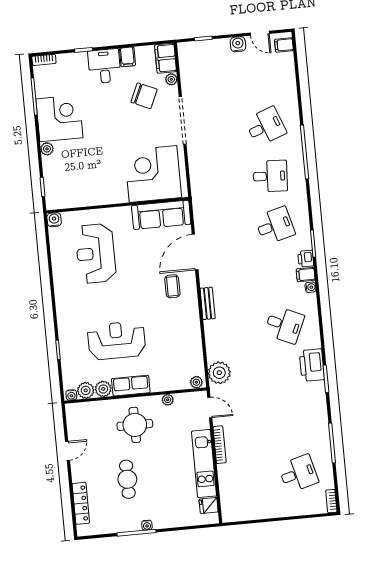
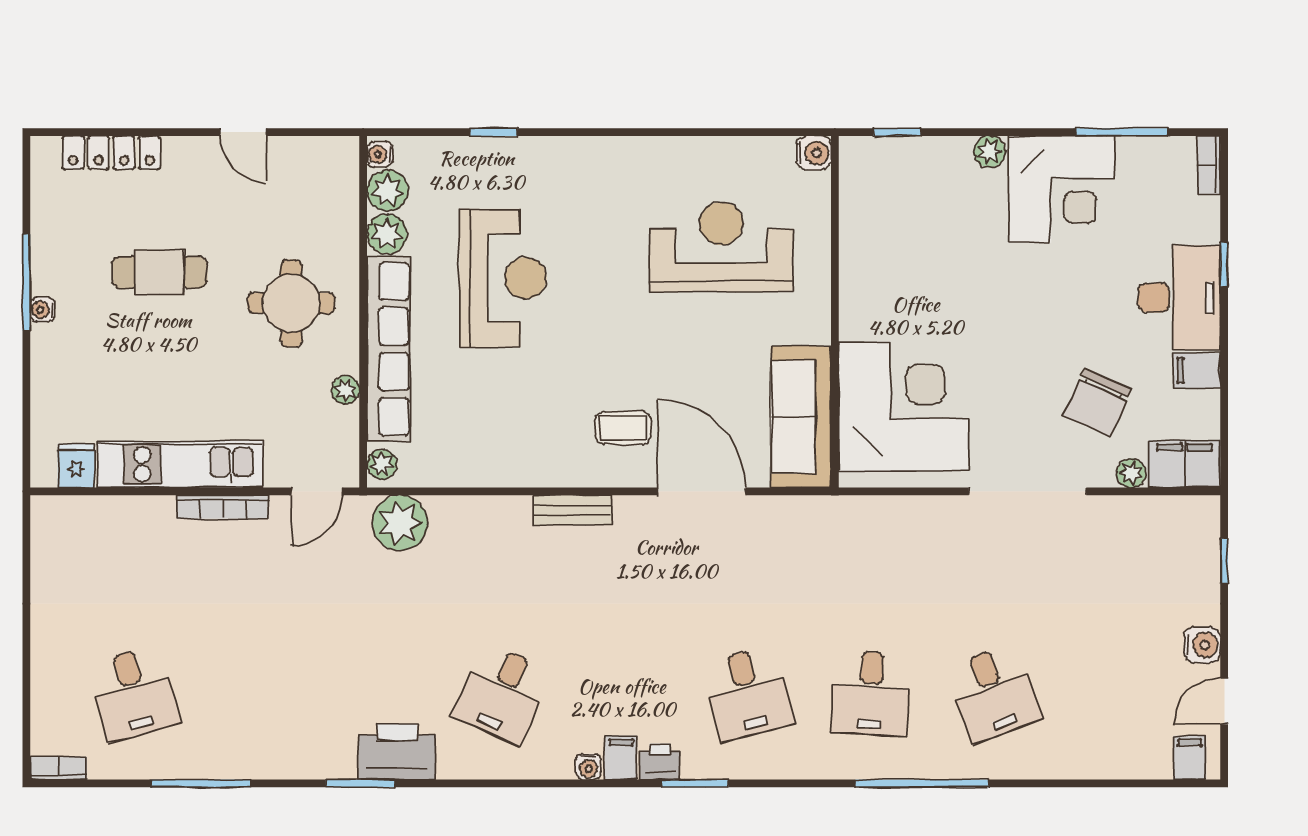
desk: (104, 66) -> (1179, 298), width x1.37
row of seats: (131, 386) -> (389, 349), width x2.02

